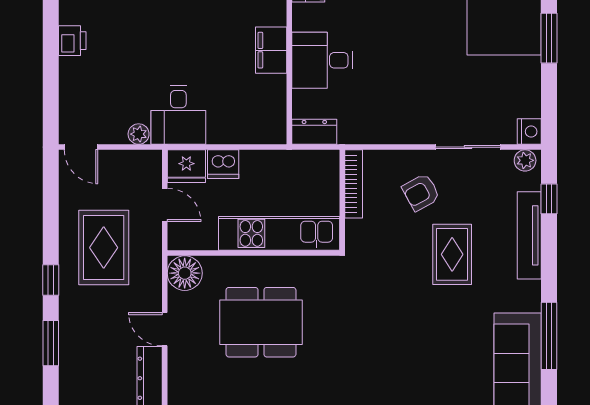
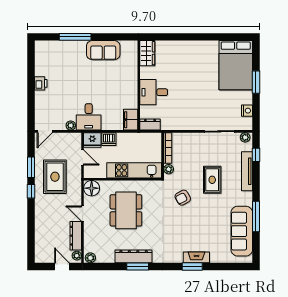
filing cabinet: (271, 50) -> (131, 120), moved
nightstand: (529, 132) -> (247, 111), moved
door: (81, 147) -> (45, 131), hinge flipped
armchair: (421, 192) -> (183, 198), moved
plant: (356, 231) -> (169, 169), added
dining table: (261, 322) -> (126, 210), turned 90
window: (51, 343) -> (31, 167), moved

